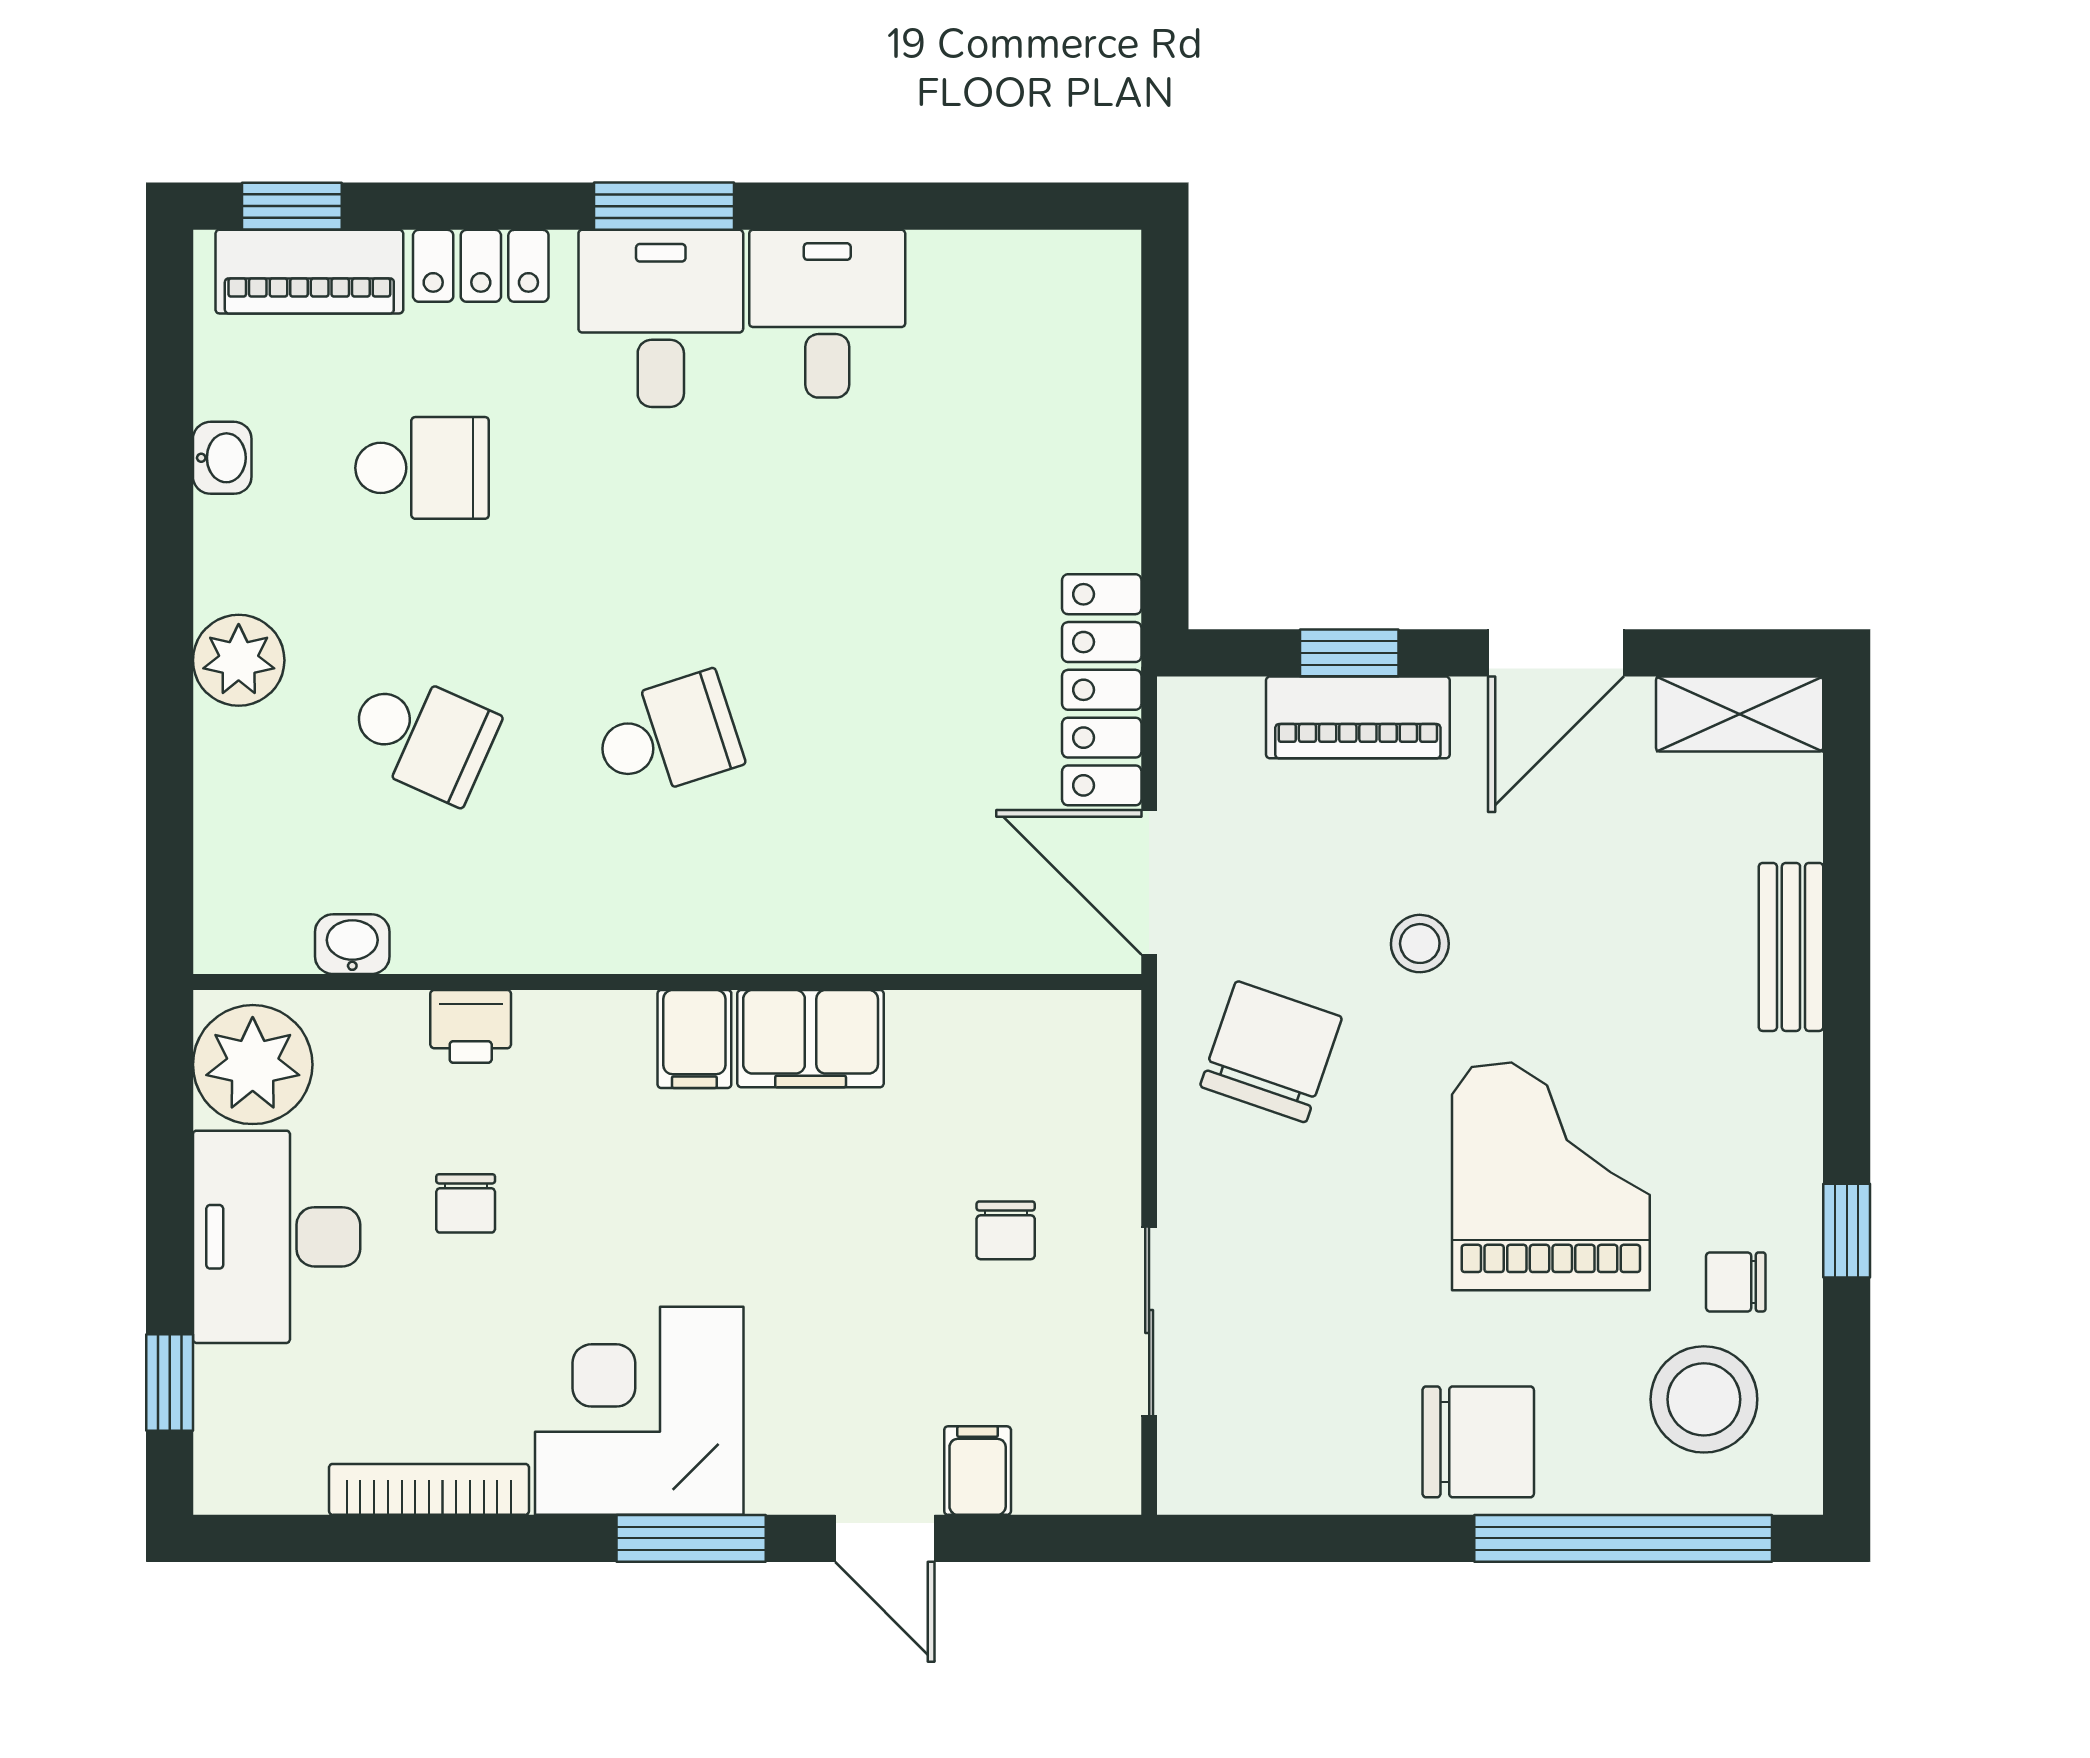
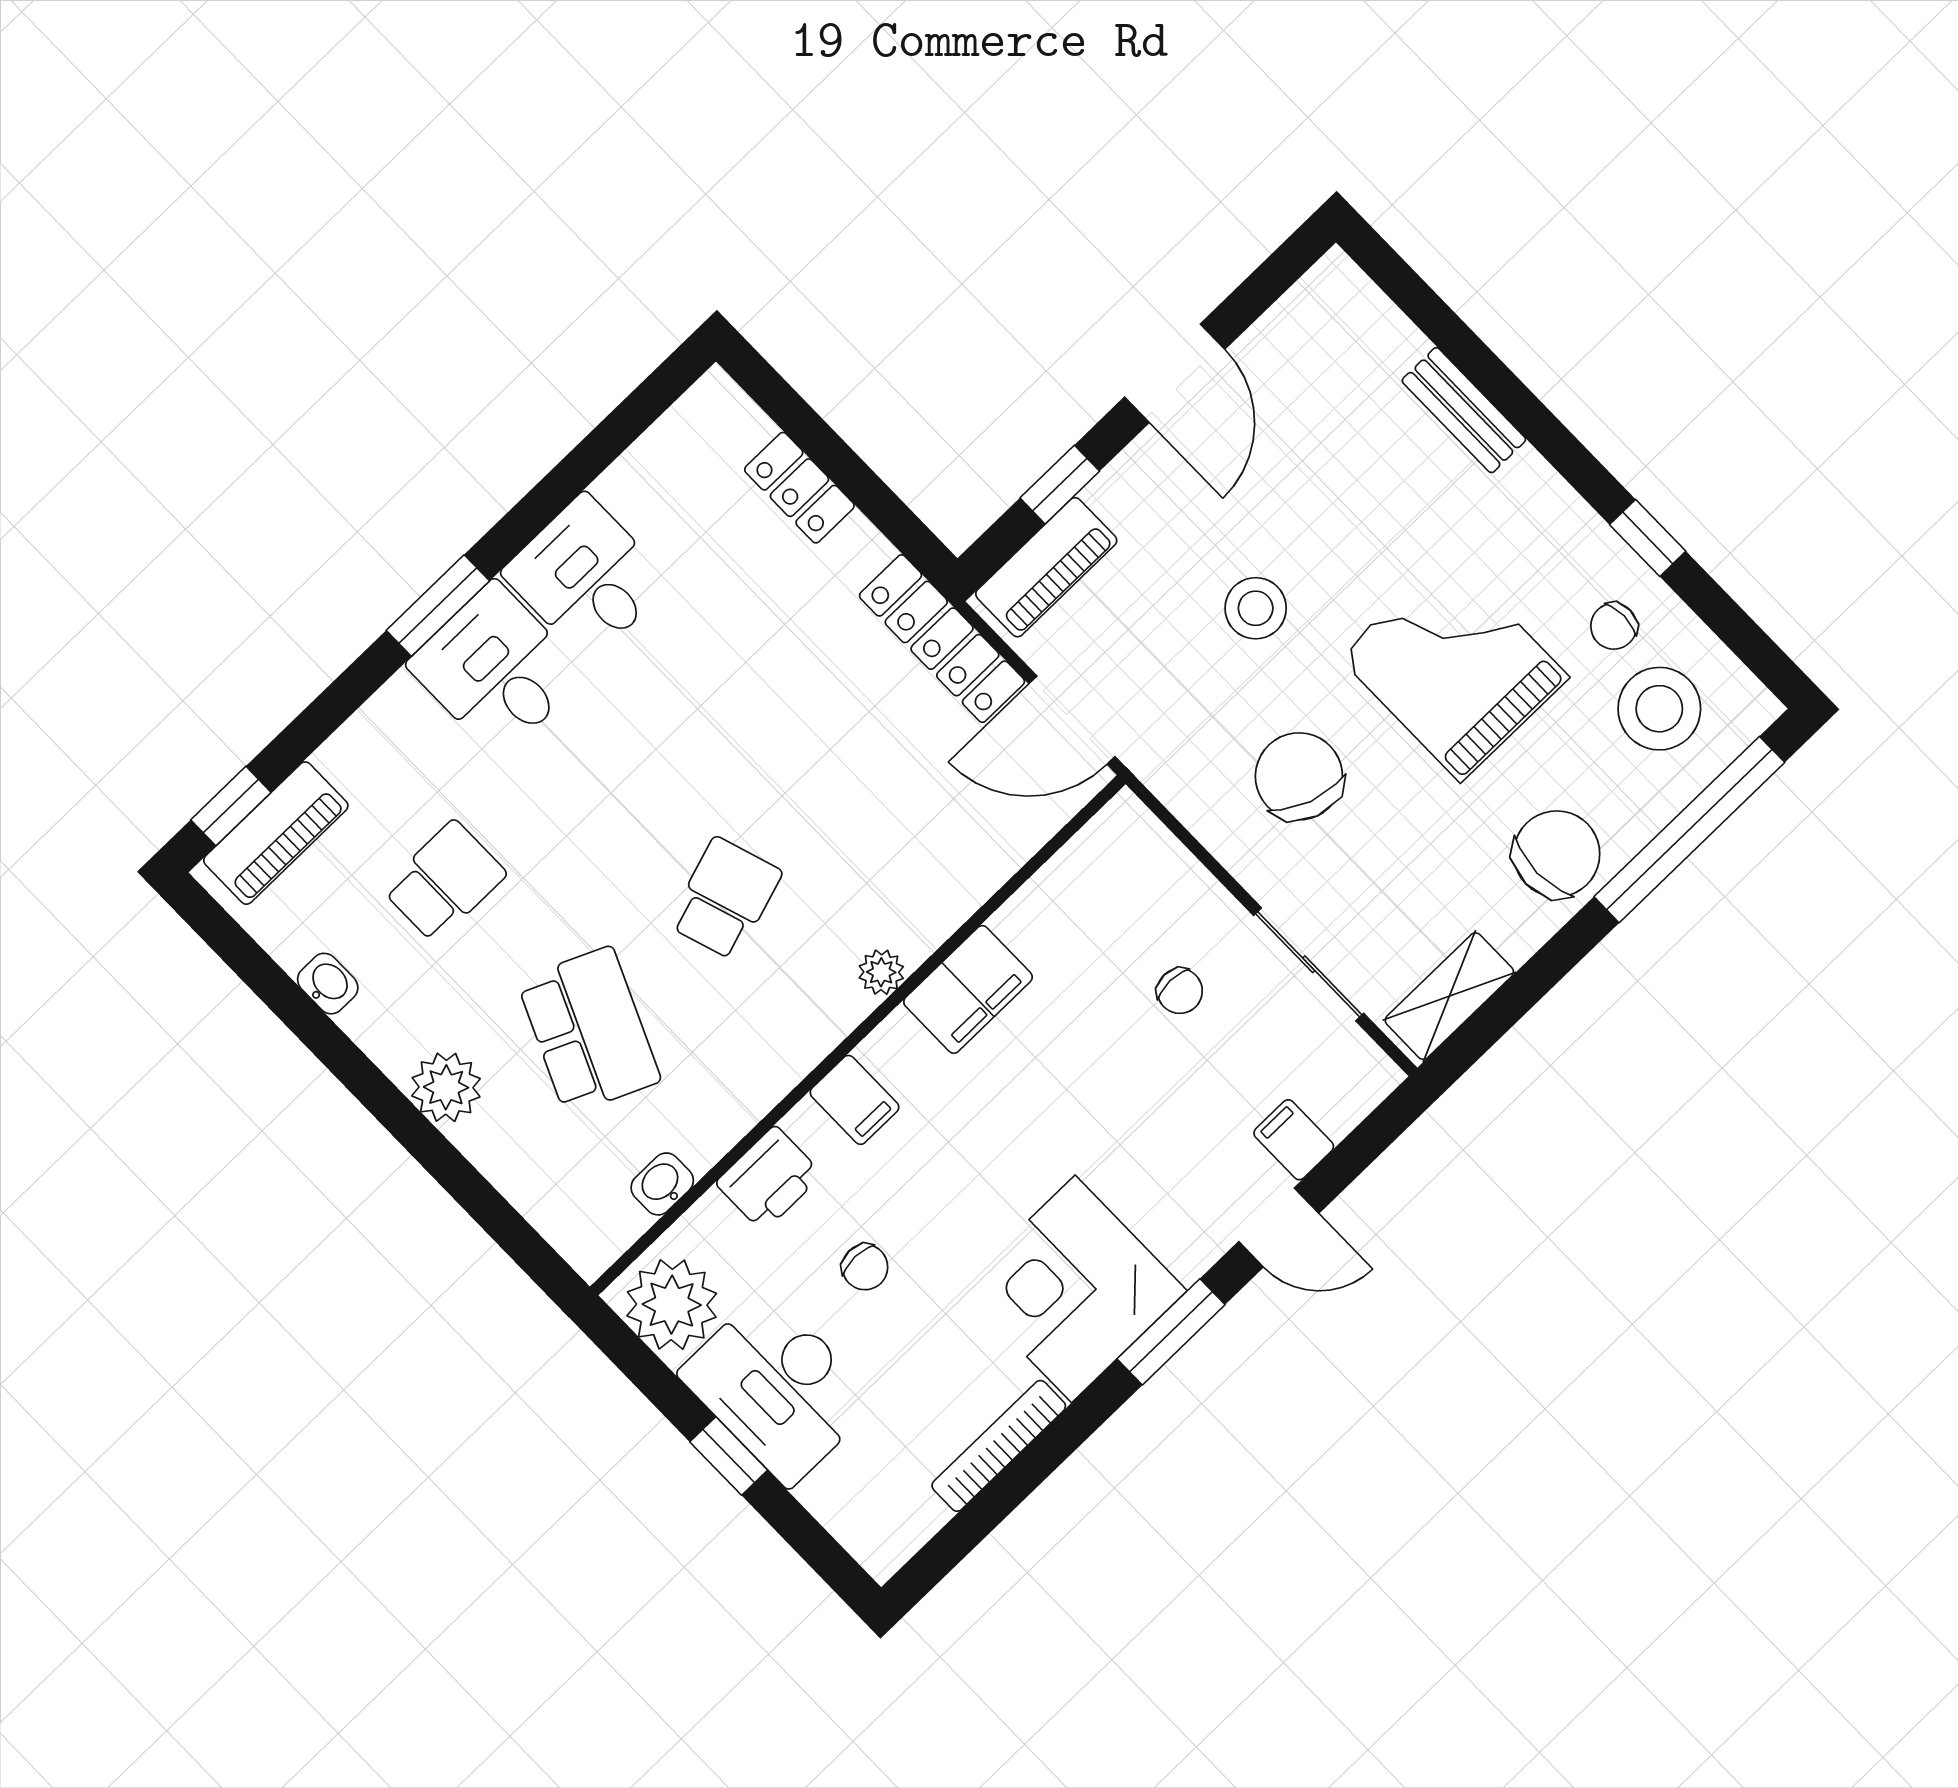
locker: (481, 266) -> (799, 488), moved, turned 90
shelving: (1740, 714) -> (1449, 996), moved
piano: (1358, 717) -> (1046, 567), moved
school desk: (422, 736) -> (589, 1031), width x1.85
stool: (1420, 944) -> (1256, 608), width x1.37, depth x1.37
plant: (746, 945) -> (881, 972), added
printer: (471, 1026) -> (769, 1179), width x1.36, depth x1.24
filing cabinet: (694, 1039) -> (854, 1100), moved
chair: (1271, 1052) -> (1299, 776), moved
window: (170, 1383) -> (729, 1456), moved

